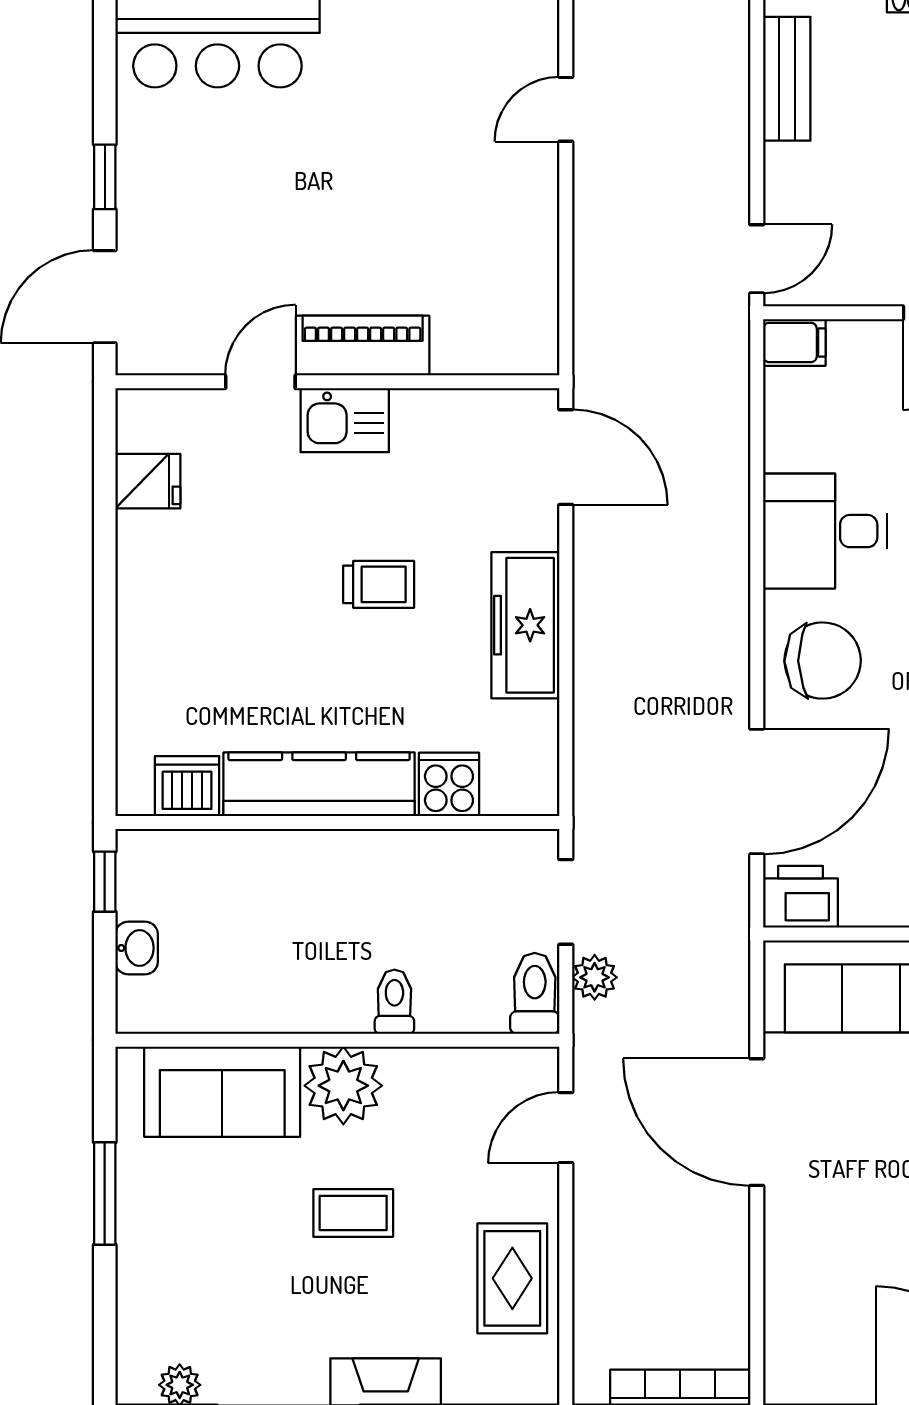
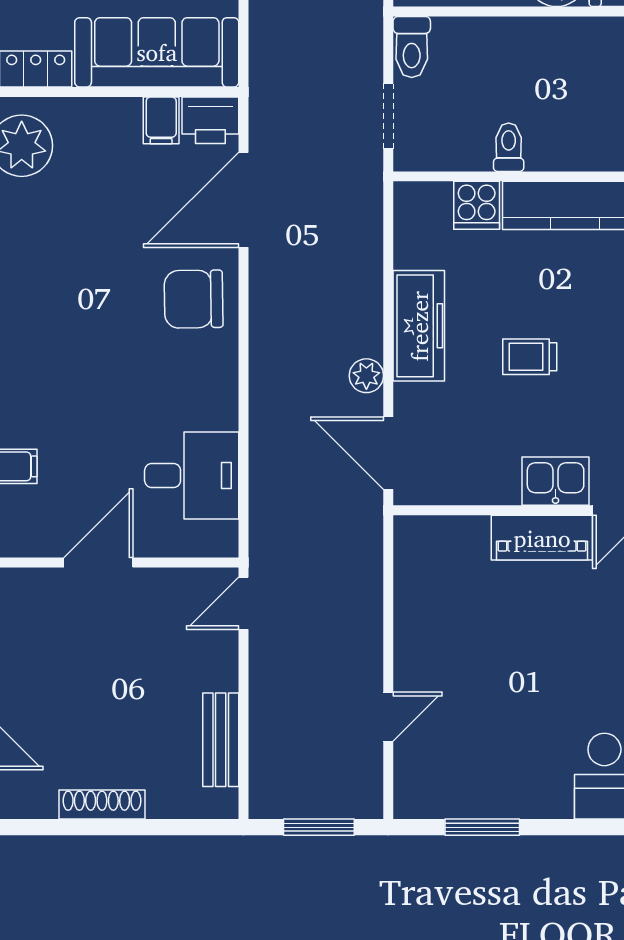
filing cabinet: (794, 342) -> (161, 120), moved, turned -90
desk: (825, 531) -> (192, 476), moved
plant: (595, 977) -> (366, 376), moved
toilet: (394, 1002) -> (509, 147), moved, turned 180

